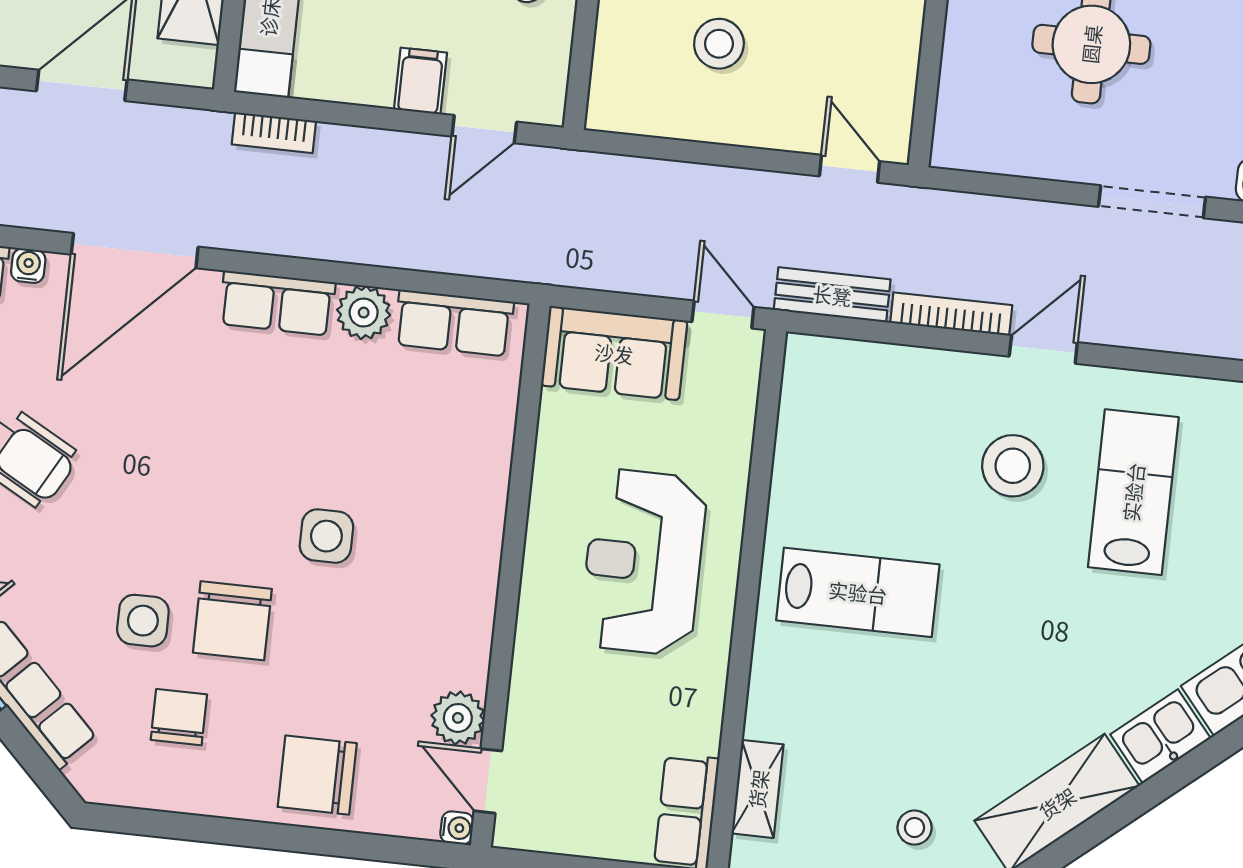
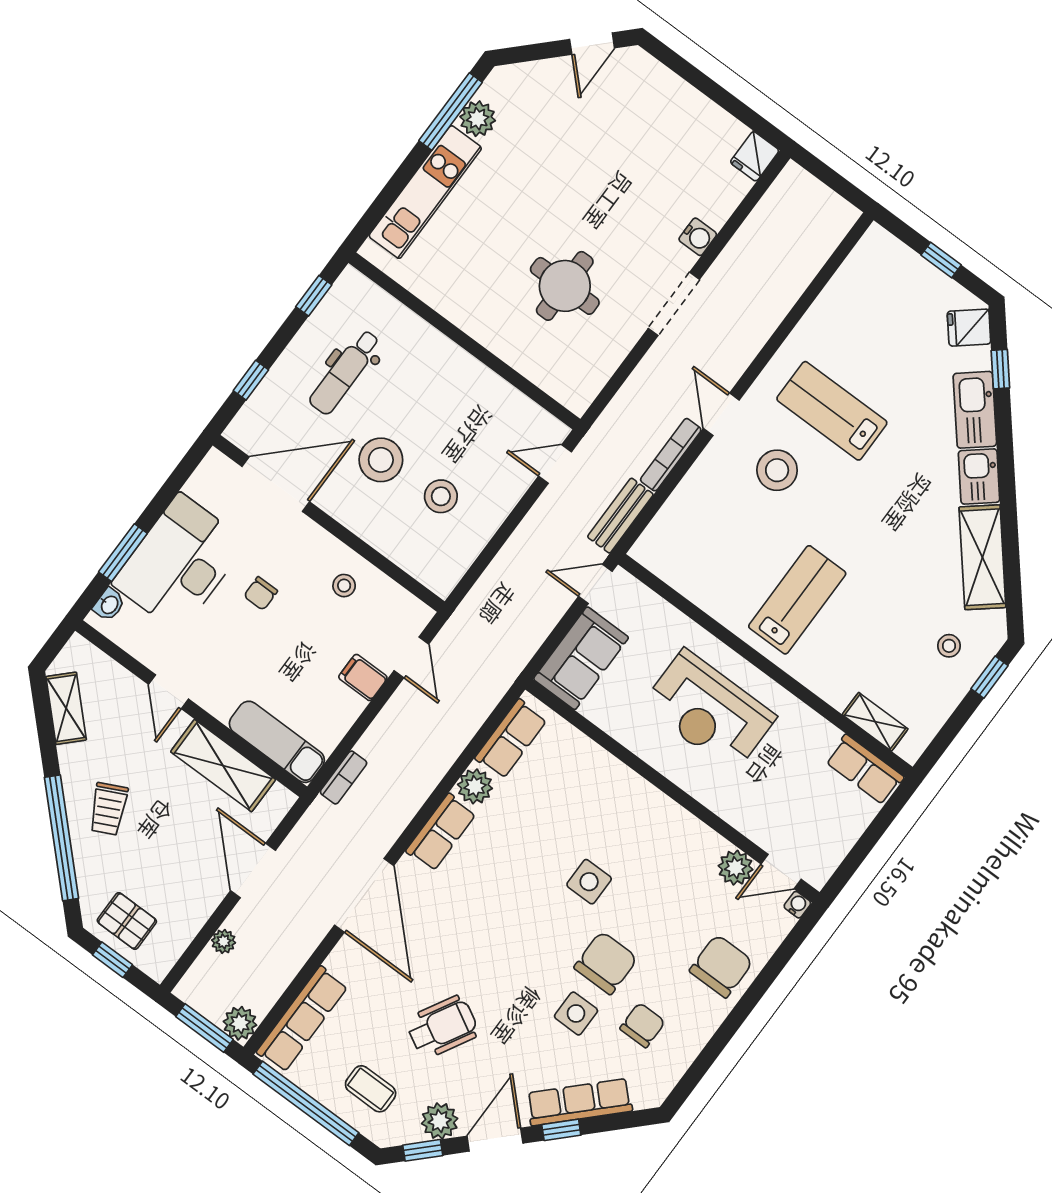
water cooler: (28, 266) -> (337, 961), removed
chair: (232, 621) -> (606, 963), turned -90
chair: (179, 717) -> (642, 1025), turned 90
chair: (317, 775) -> (721, 966), turned 180

